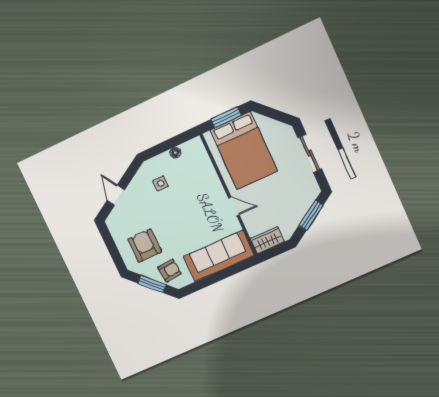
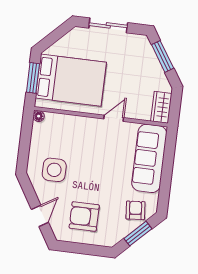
floor lamp: (175, 153) -> (39, 116), moved
side table: (161, 183) -> (54, 170), width x1.87, depth x1.87
door: (116, 195) -> (40, 216), swing flipped
armchair: (145, 246) -> (84, 216), moved

